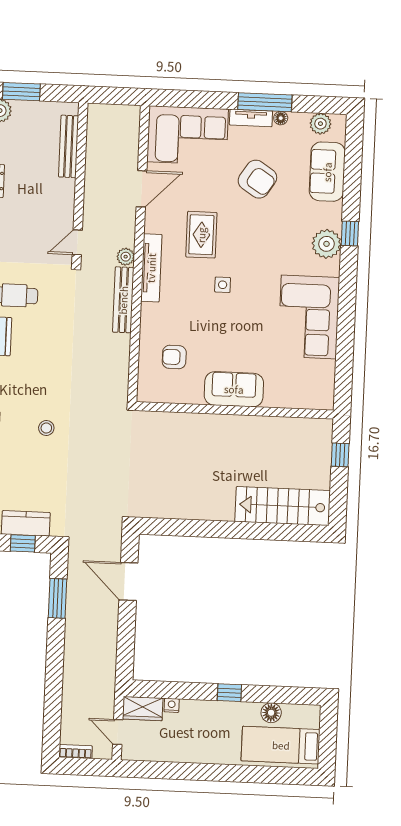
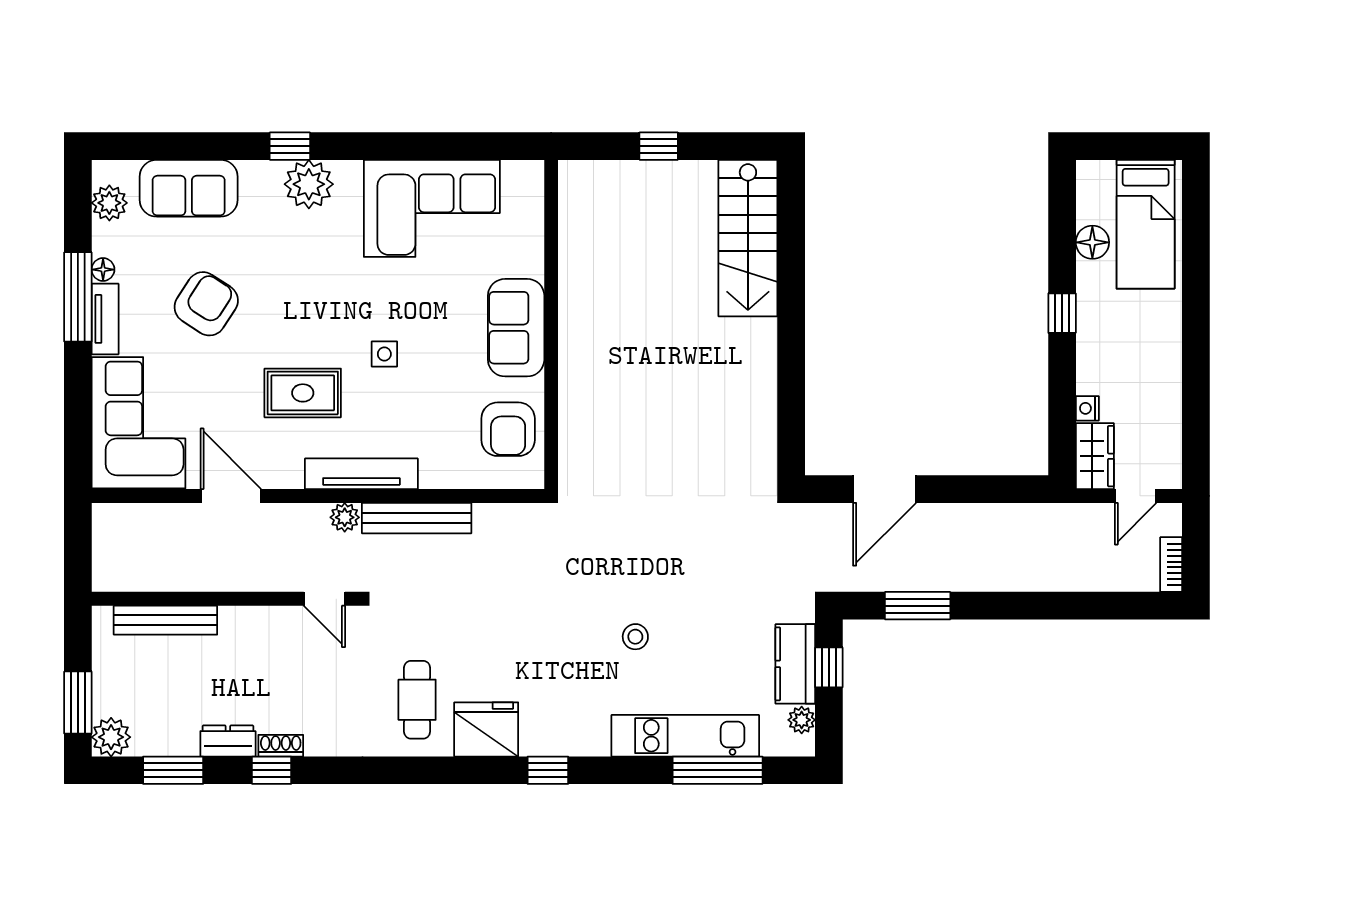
armchair: (174, 357) -> (508, 429), width x1.38, depth x1.38
sofa: (234, 389) -> (516, 328), moved
wall: (235, 410) -> (551, 324), moved

